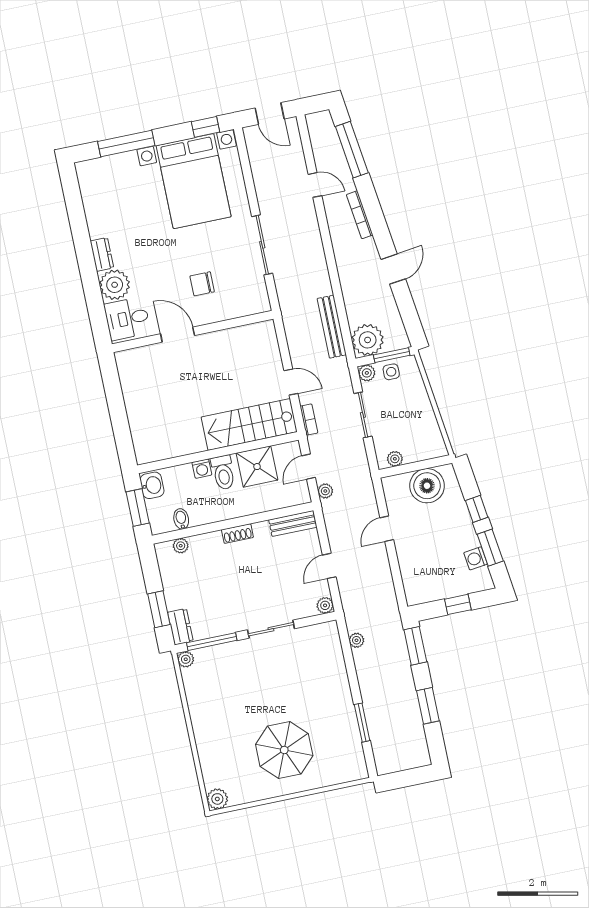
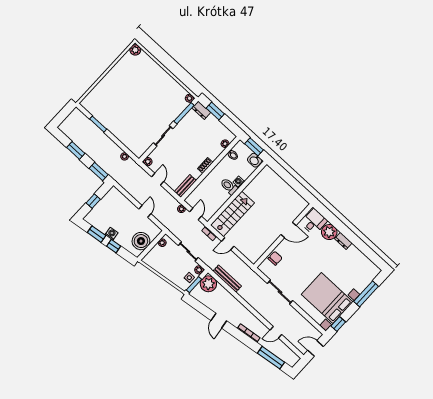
chair: (202, 284) -> (275, 258), moved
shower: (257, 467) -> (217, 199), removed
washing machine: (476, 558) -> (111, 234), moved
parasol: (284, 750) -> (122, 90), removed

